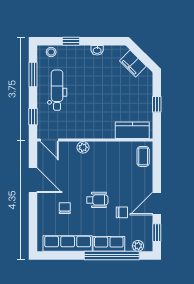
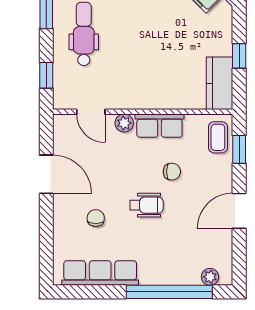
kitchen counter: (132, 130) -> (219, 83), moved, turned -90
door: (49, 140) -> (91, 112), moved
chair: (122, 212) -> (172, 172), moved
window: (157, 233) -> (239, 149), moved
row of seats: (109, 244) -> (159, 126), moved, turned 180

